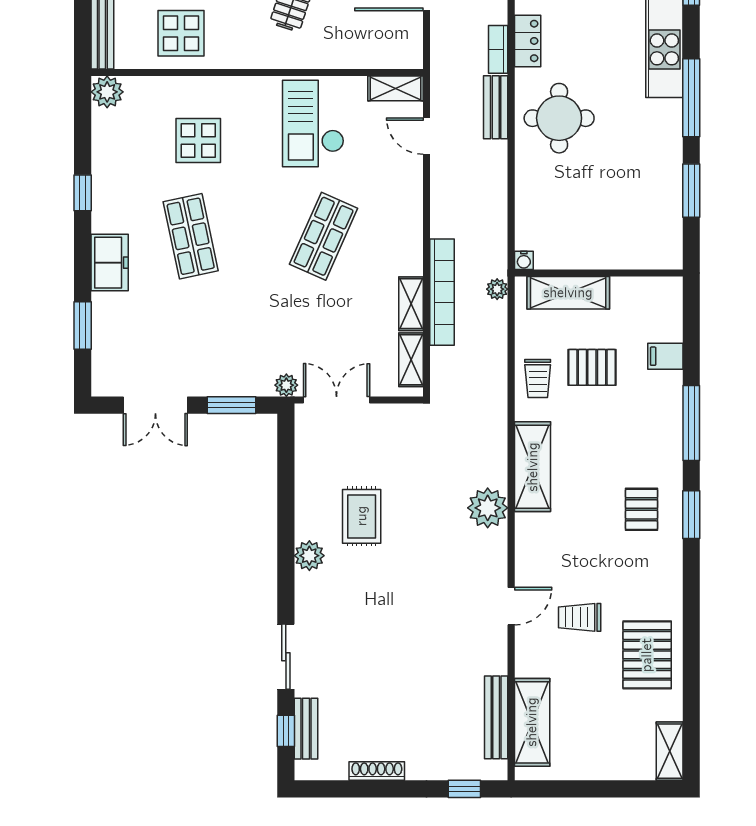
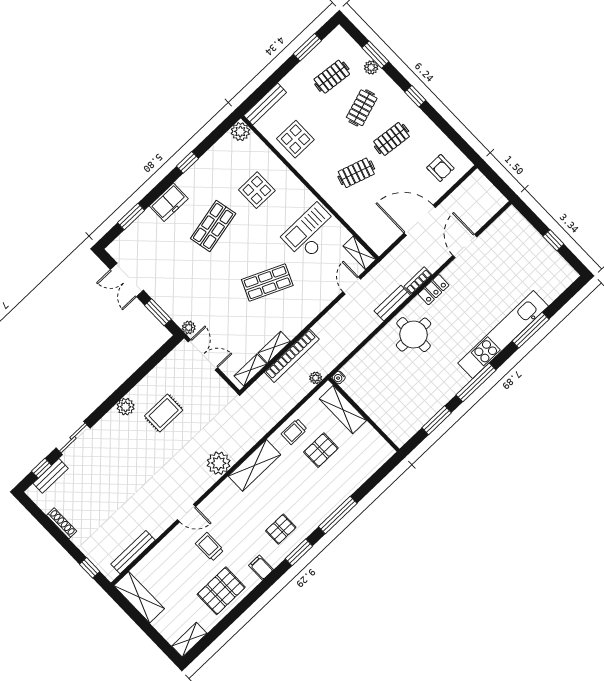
filing cabinet: (665, 356) -> (261, 568), moved
pallet: (592, 367) -> (321, 450), turned 90
shelving: (532, 722) -> (139, 597), moved, turned 90

